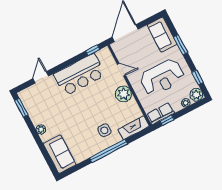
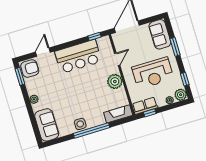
door: (121, 70) -> (117, 59), hinge flipped
armchair: (30, 97) -> (30, 68), added
side table: (104, 130) -> (80, 124), moved

